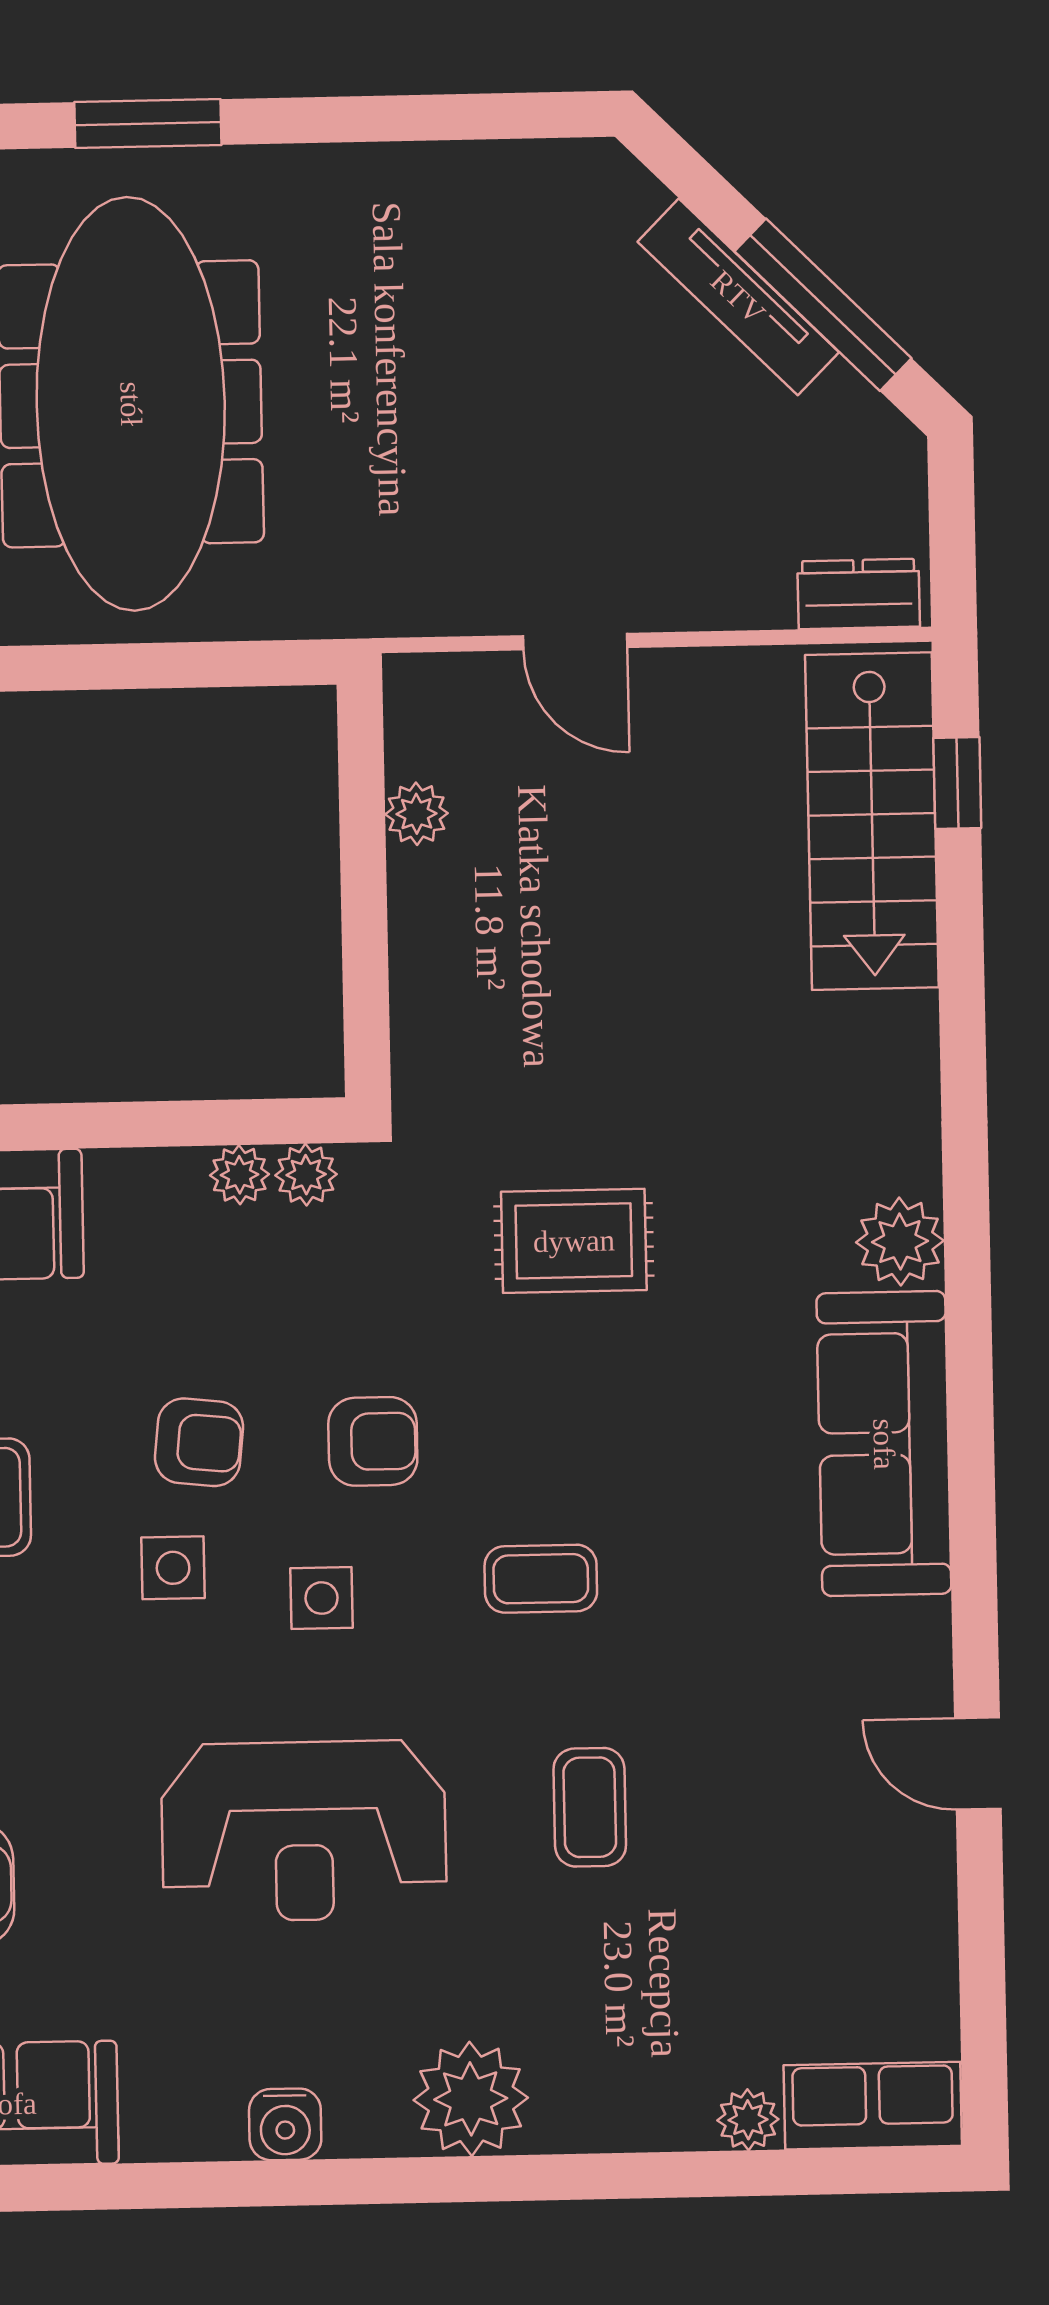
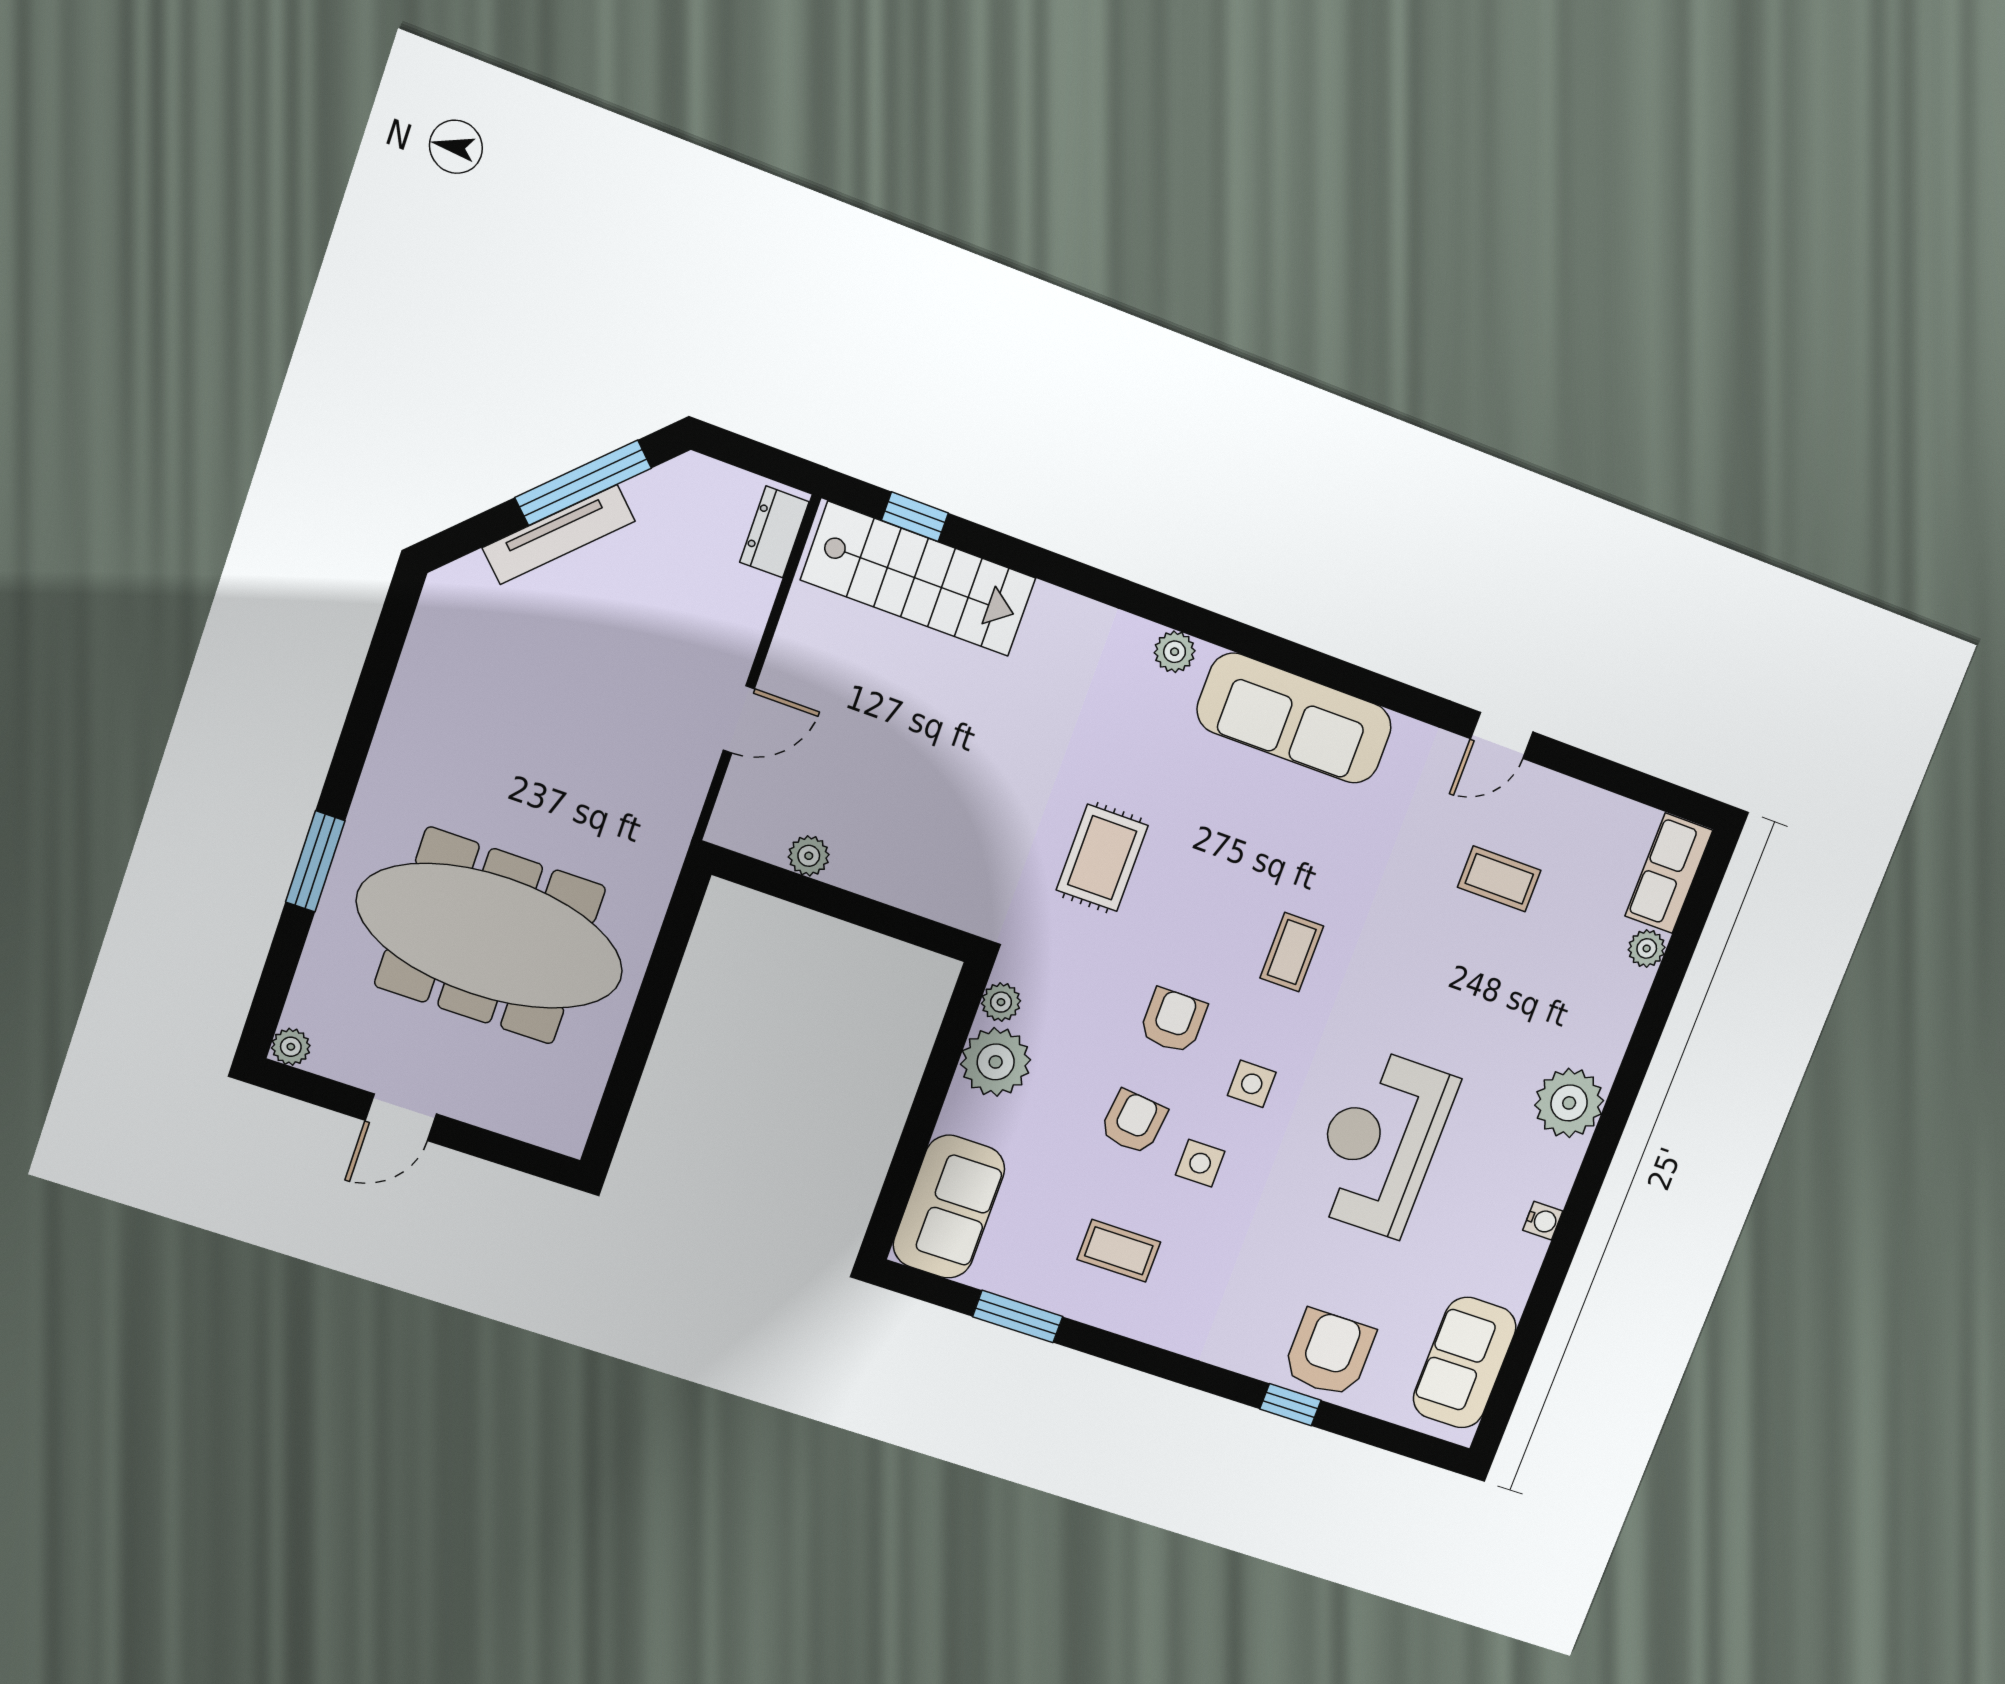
plant: (239, 1175) -> (996, 1062), width x1.88, depth x1.88
plant: (900, 1242) -> (1175, 652), width x0.73, depth x0.73
coffee table: (590, 1807) -> (1499, 879), moved
reception desk: (304, 1831) -> (1380, 1143), turned 180
water cooler: (285, 2124) -> (1543, 1221), width x0.72, depth x0.72

